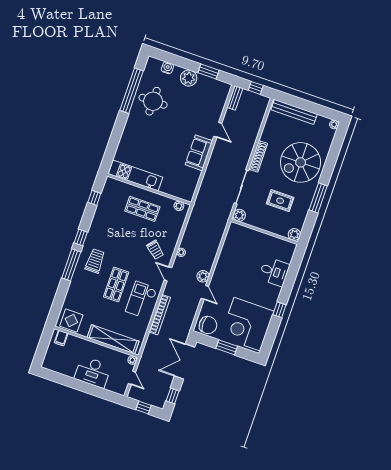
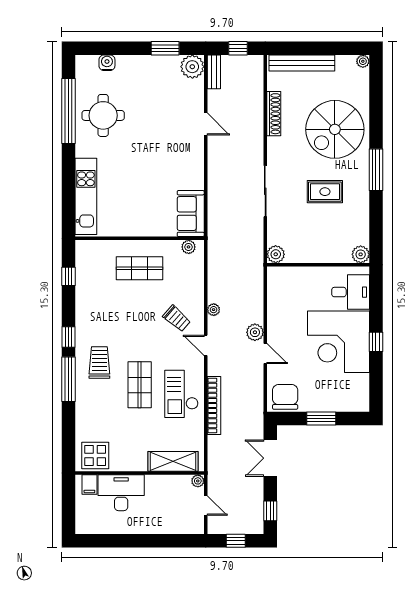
plant: (189, 78) -> (192, 67), moved
sofa: (199, 153) -> (191, 214), moved
shoe rack: (258, 156) -> (274, 114), moved
kitchen unit: (135, 176) -> (86, 196), moved, turned 90
plant: (239, 215) -> (276, 254), moved
wall: (264, 232) -> (318, 265), moved
plant: (294, 234) -> (361, 254), moved
corner desk: (247, 324) -> (338, 342), moved
chair: (208, 325) -> (285, 397), turned -90
shelving: (113, 339) -> (173, 461), width x0.68
double door: (184, 362) -> (270, 458), width x0.73
desk: (93, 372) -> (121, 493), moved, turned 180

